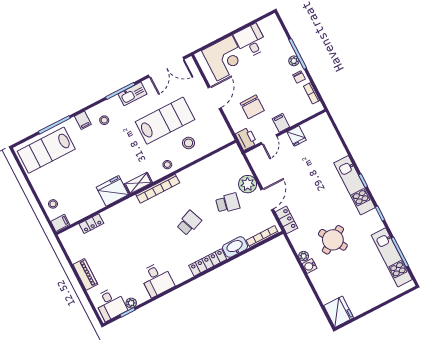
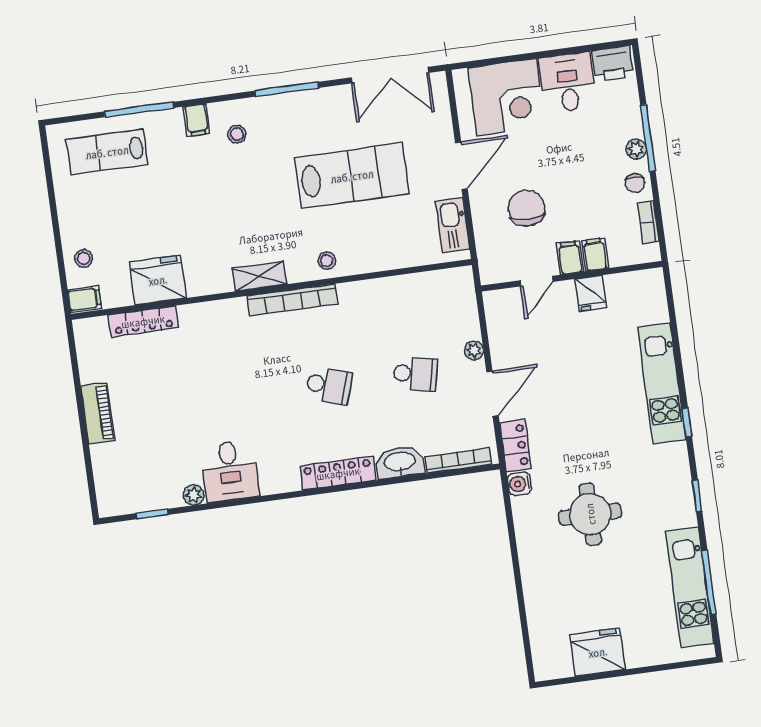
kitchen sink: (132, 94) -> (453, 225), moved, turned 90
chair: (252, 107) -> (526, 208), turned 180
filing cabinet: (292, 117) -> (595, 255), added
printer: (246, 139) -> (613, 64), moved, turned 90
stool: (188, 143) -> (381, 234), removed
lab bench: (46, 150) -> (107, 152), width x0.73, depth x0.72
plant: (248, 184) -> (474, 350), width x0.53, depth x0.53
kitchen unit: (354, 185) -> (662, 383), moved
fridge: (112, 191) -> (158, 280), moved
school desk: (189, 223) -> (329, 386), turned 39
locker: (91, 224) -> (143, 321), width x1.53
round table: (333, 240) -> (590, 514), turned 31
plant: (304, 256) -> (524, 525), removed
water cooler: (310, 266) -> (519, 484), moved
plant: (131, 303) -> (194, 495), moved
desk: (110, 304) -> (125, 487), removed
fridge: (339, 312) -> (598, 652), moved, turned -90

